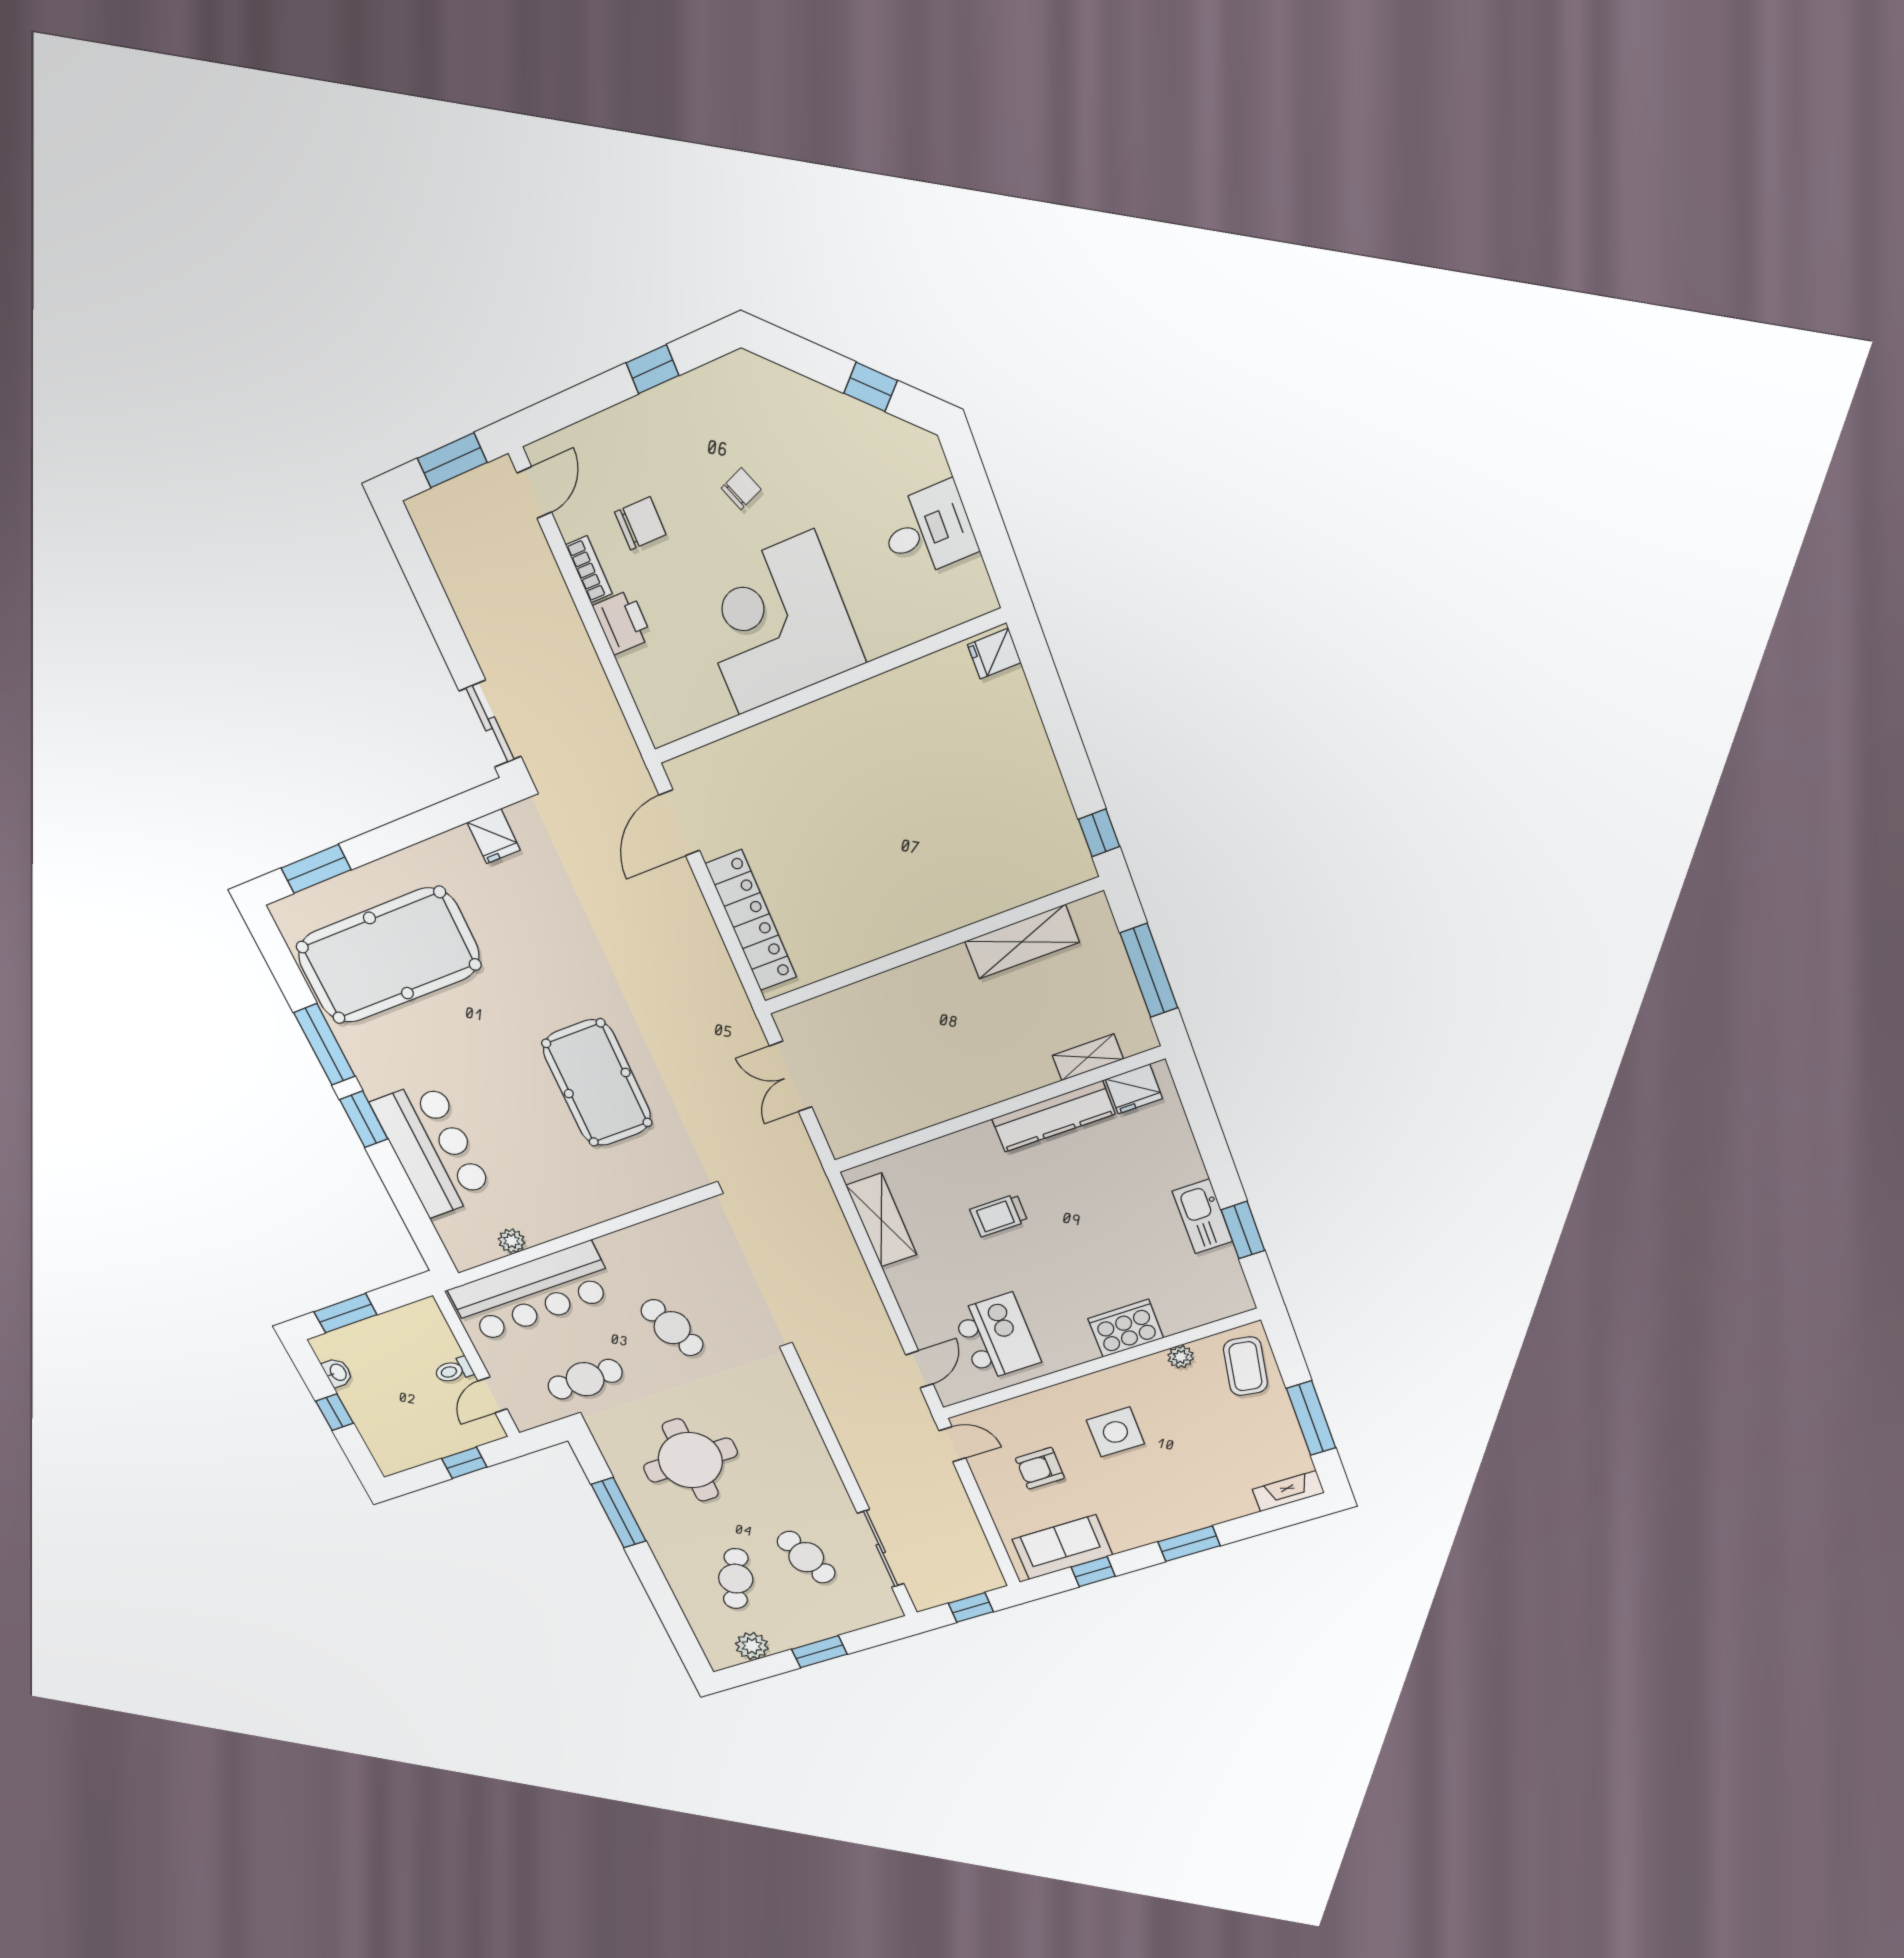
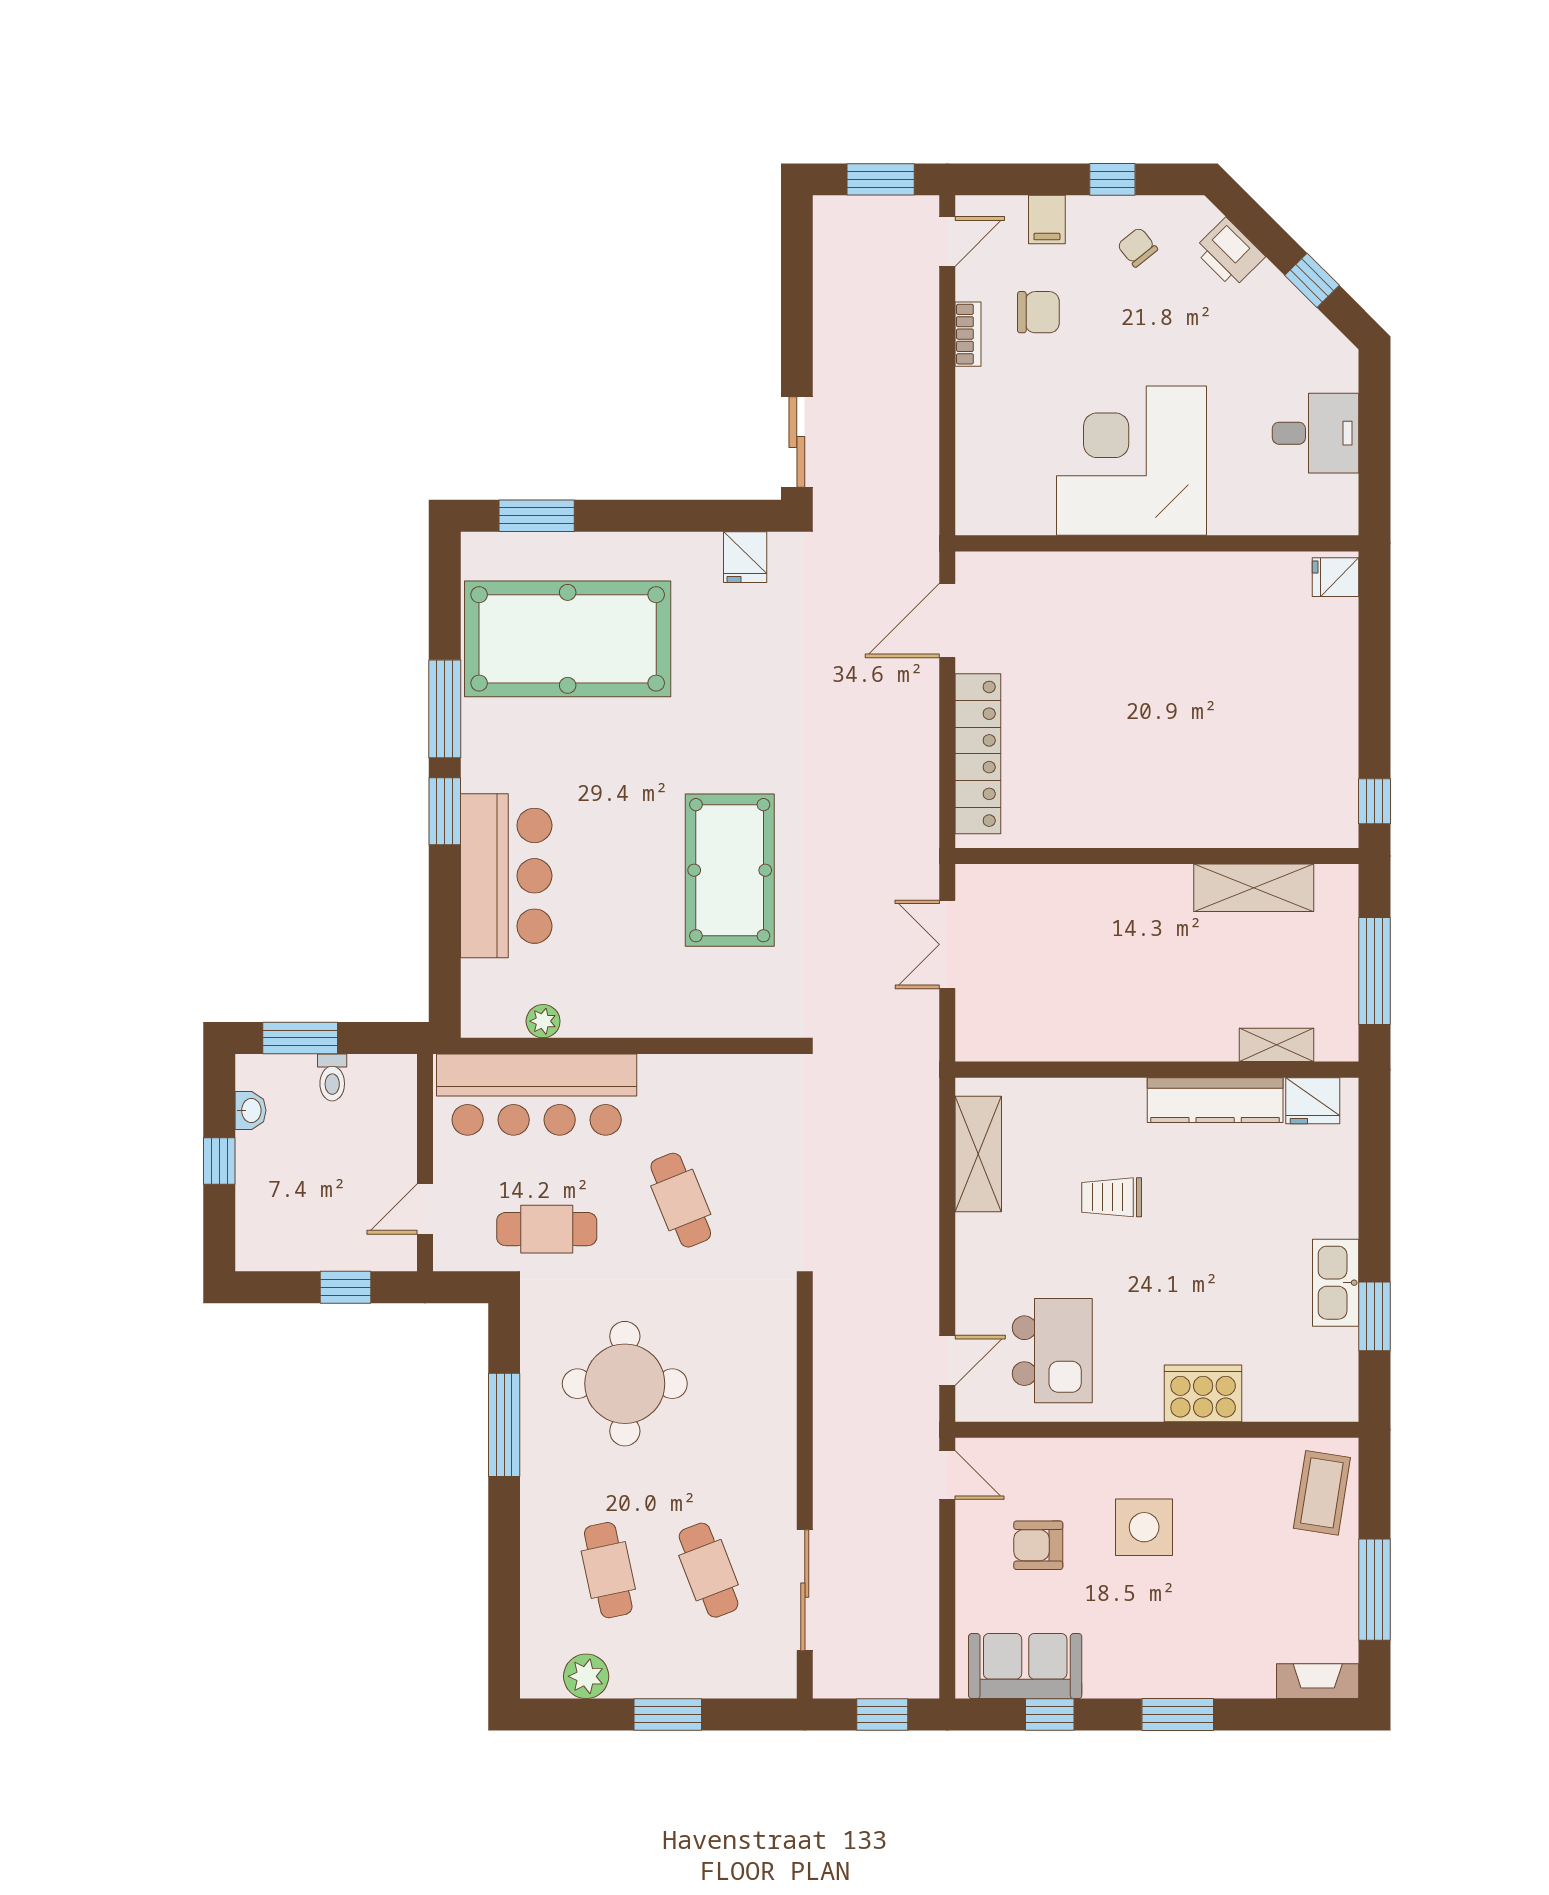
filing cabinet: (611, 434) -> (1047, 220), added
chair: (741, 489) -> (1137, 247), moved, turned -108
printer: (622, 622) -> (1229, 253), moved, turned 135
plant: (1181, 1357) -> (1253, 1454), removed
toilet: (454, 1370) -> (332, 1077), moved, turned -90
cafe table: (736, 1579) -> (608, 1570), turned -36

